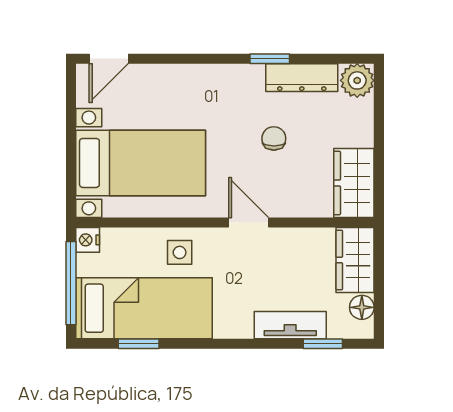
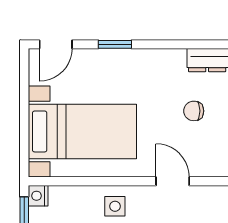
window: (270, 59) -> (115, 44), moved
chair: (274, 138) -> (194, 111), turned -90

